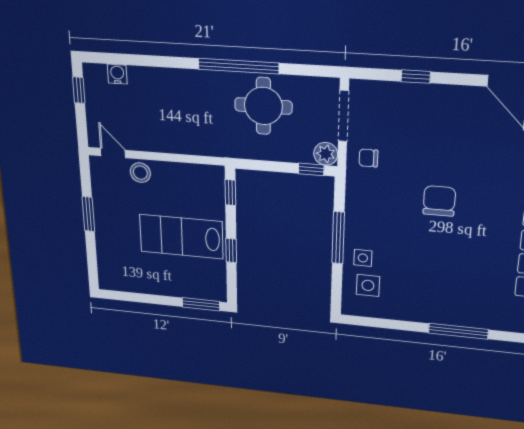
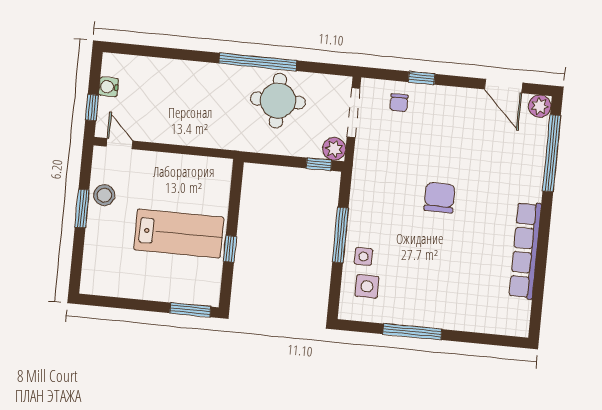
water cooler: (117, 74) -> (109, 87), moved, turned -90
window: (79, 90) -> (92, 107), moved
chair: (368, 158) -> (399, 103), moved, turned -90
stool: (140, 173) -> (104, 195), moved
window: (230, 193) -> (236, 187), removed
lab bench: (181, 237) -> (179, 233), turned 180
window: (458, 331) -> (412, 332), moved

